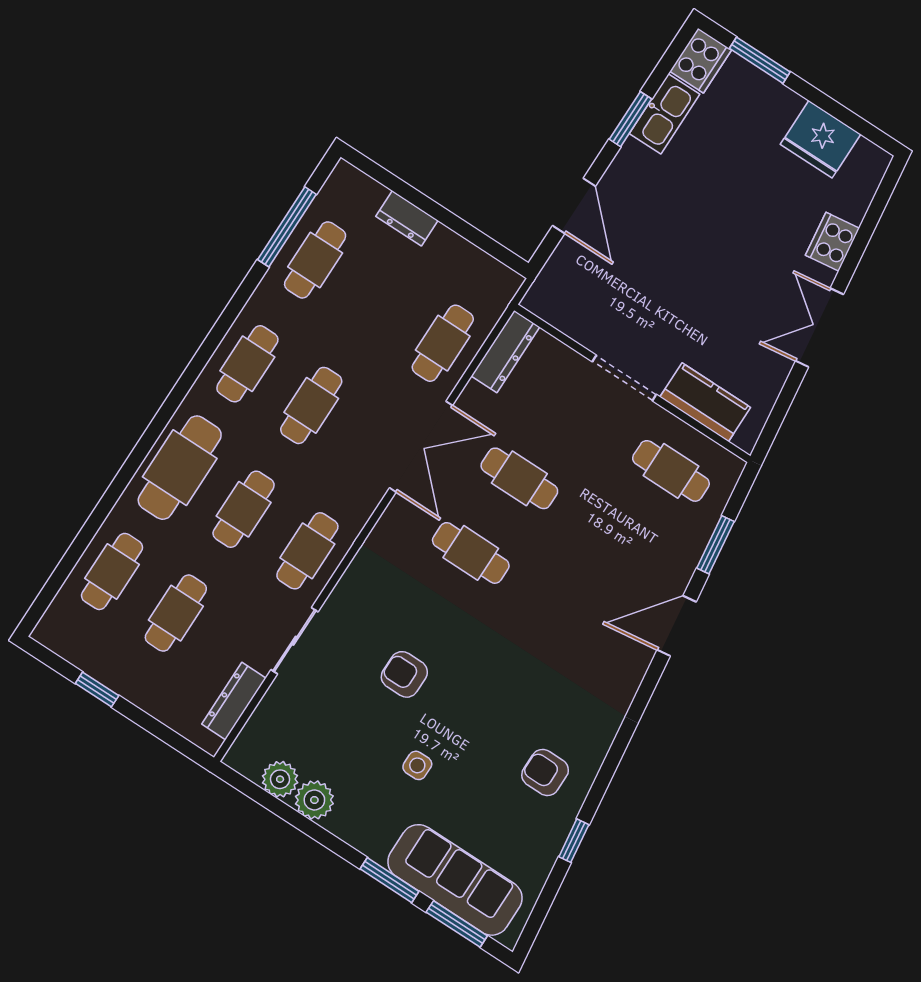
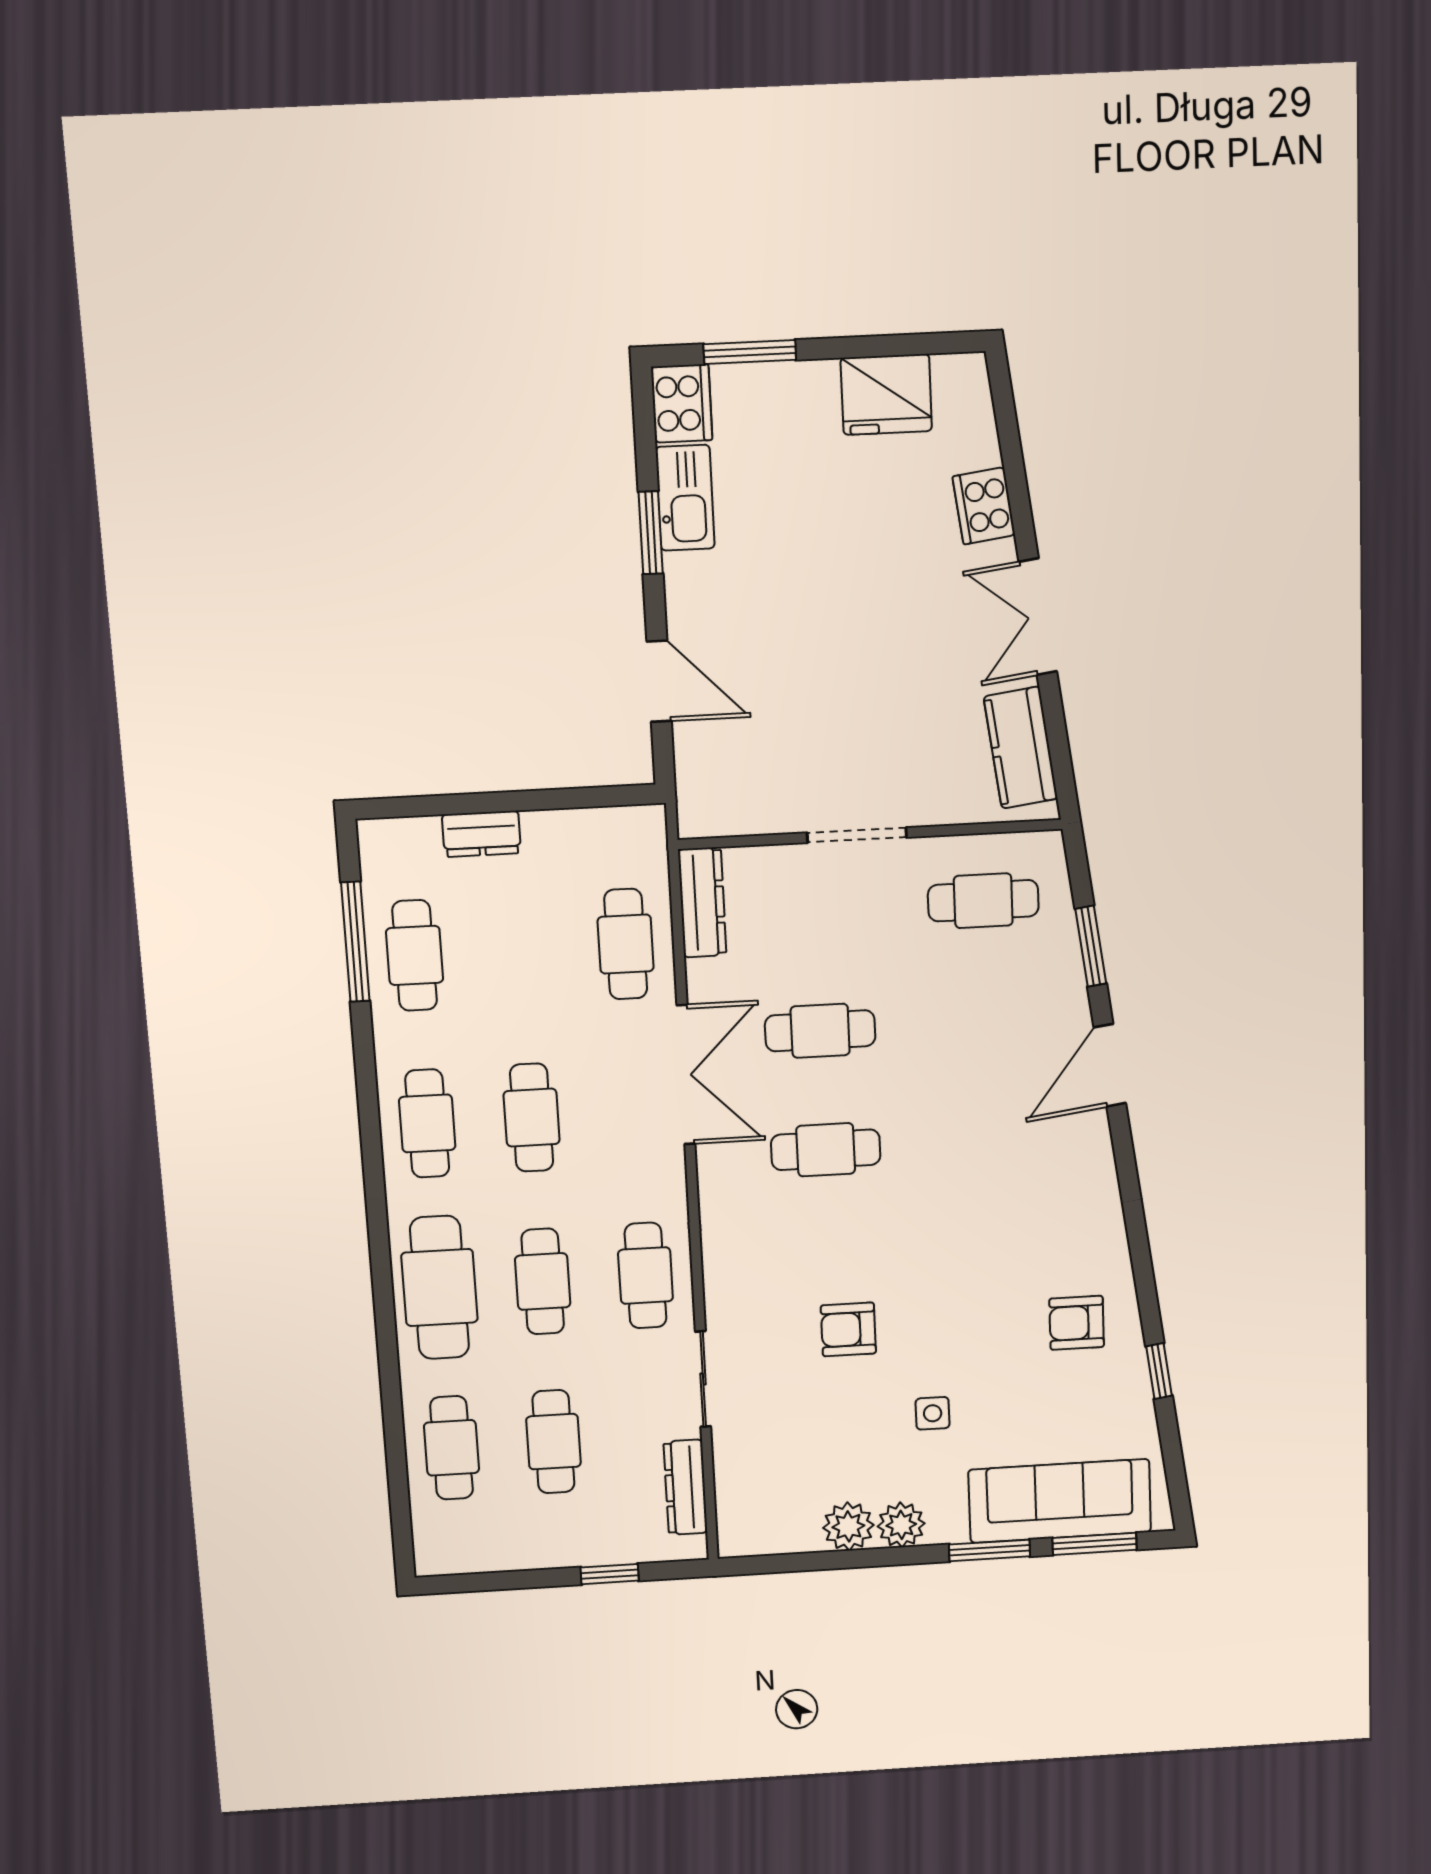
kitchen counter: (705, 402) -> (1021, 748), moved, turned -98
window: (97, 690) -> (610, 1574), moved
plant: (280, 779) -> (901, 1525), moved

